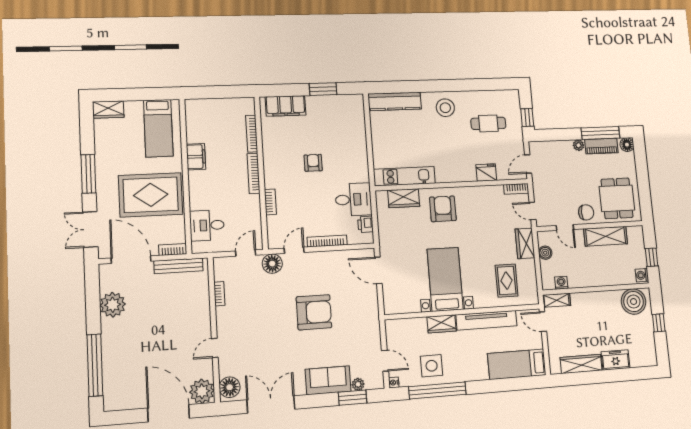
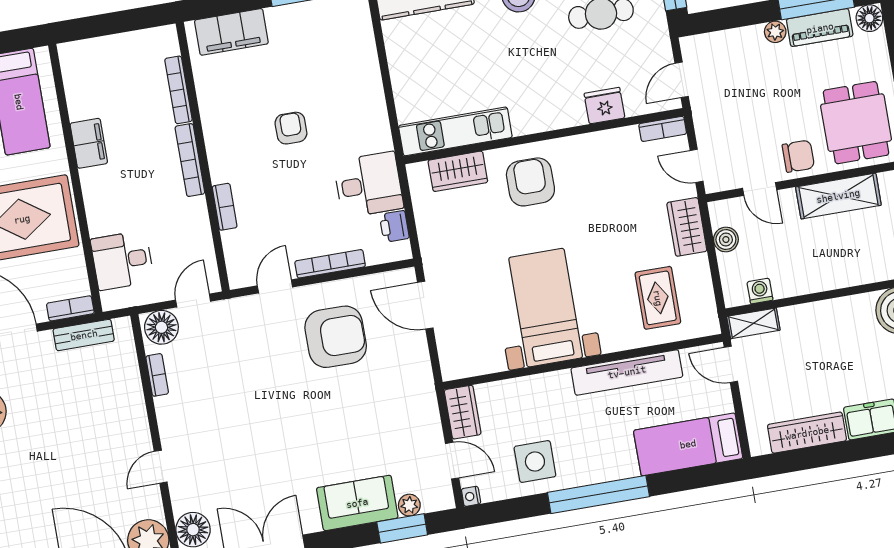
floor lamp: (272, 264) -> (161, 327), moved
bench: (179, 266) -> (84, 335), width x0.73
armchair: (314, 312) -> (336, 337), moved
wardrobe: (442, 324) -> (463, 412), moved, turned -90
window: (437, 390) -> (598, 494), moved

